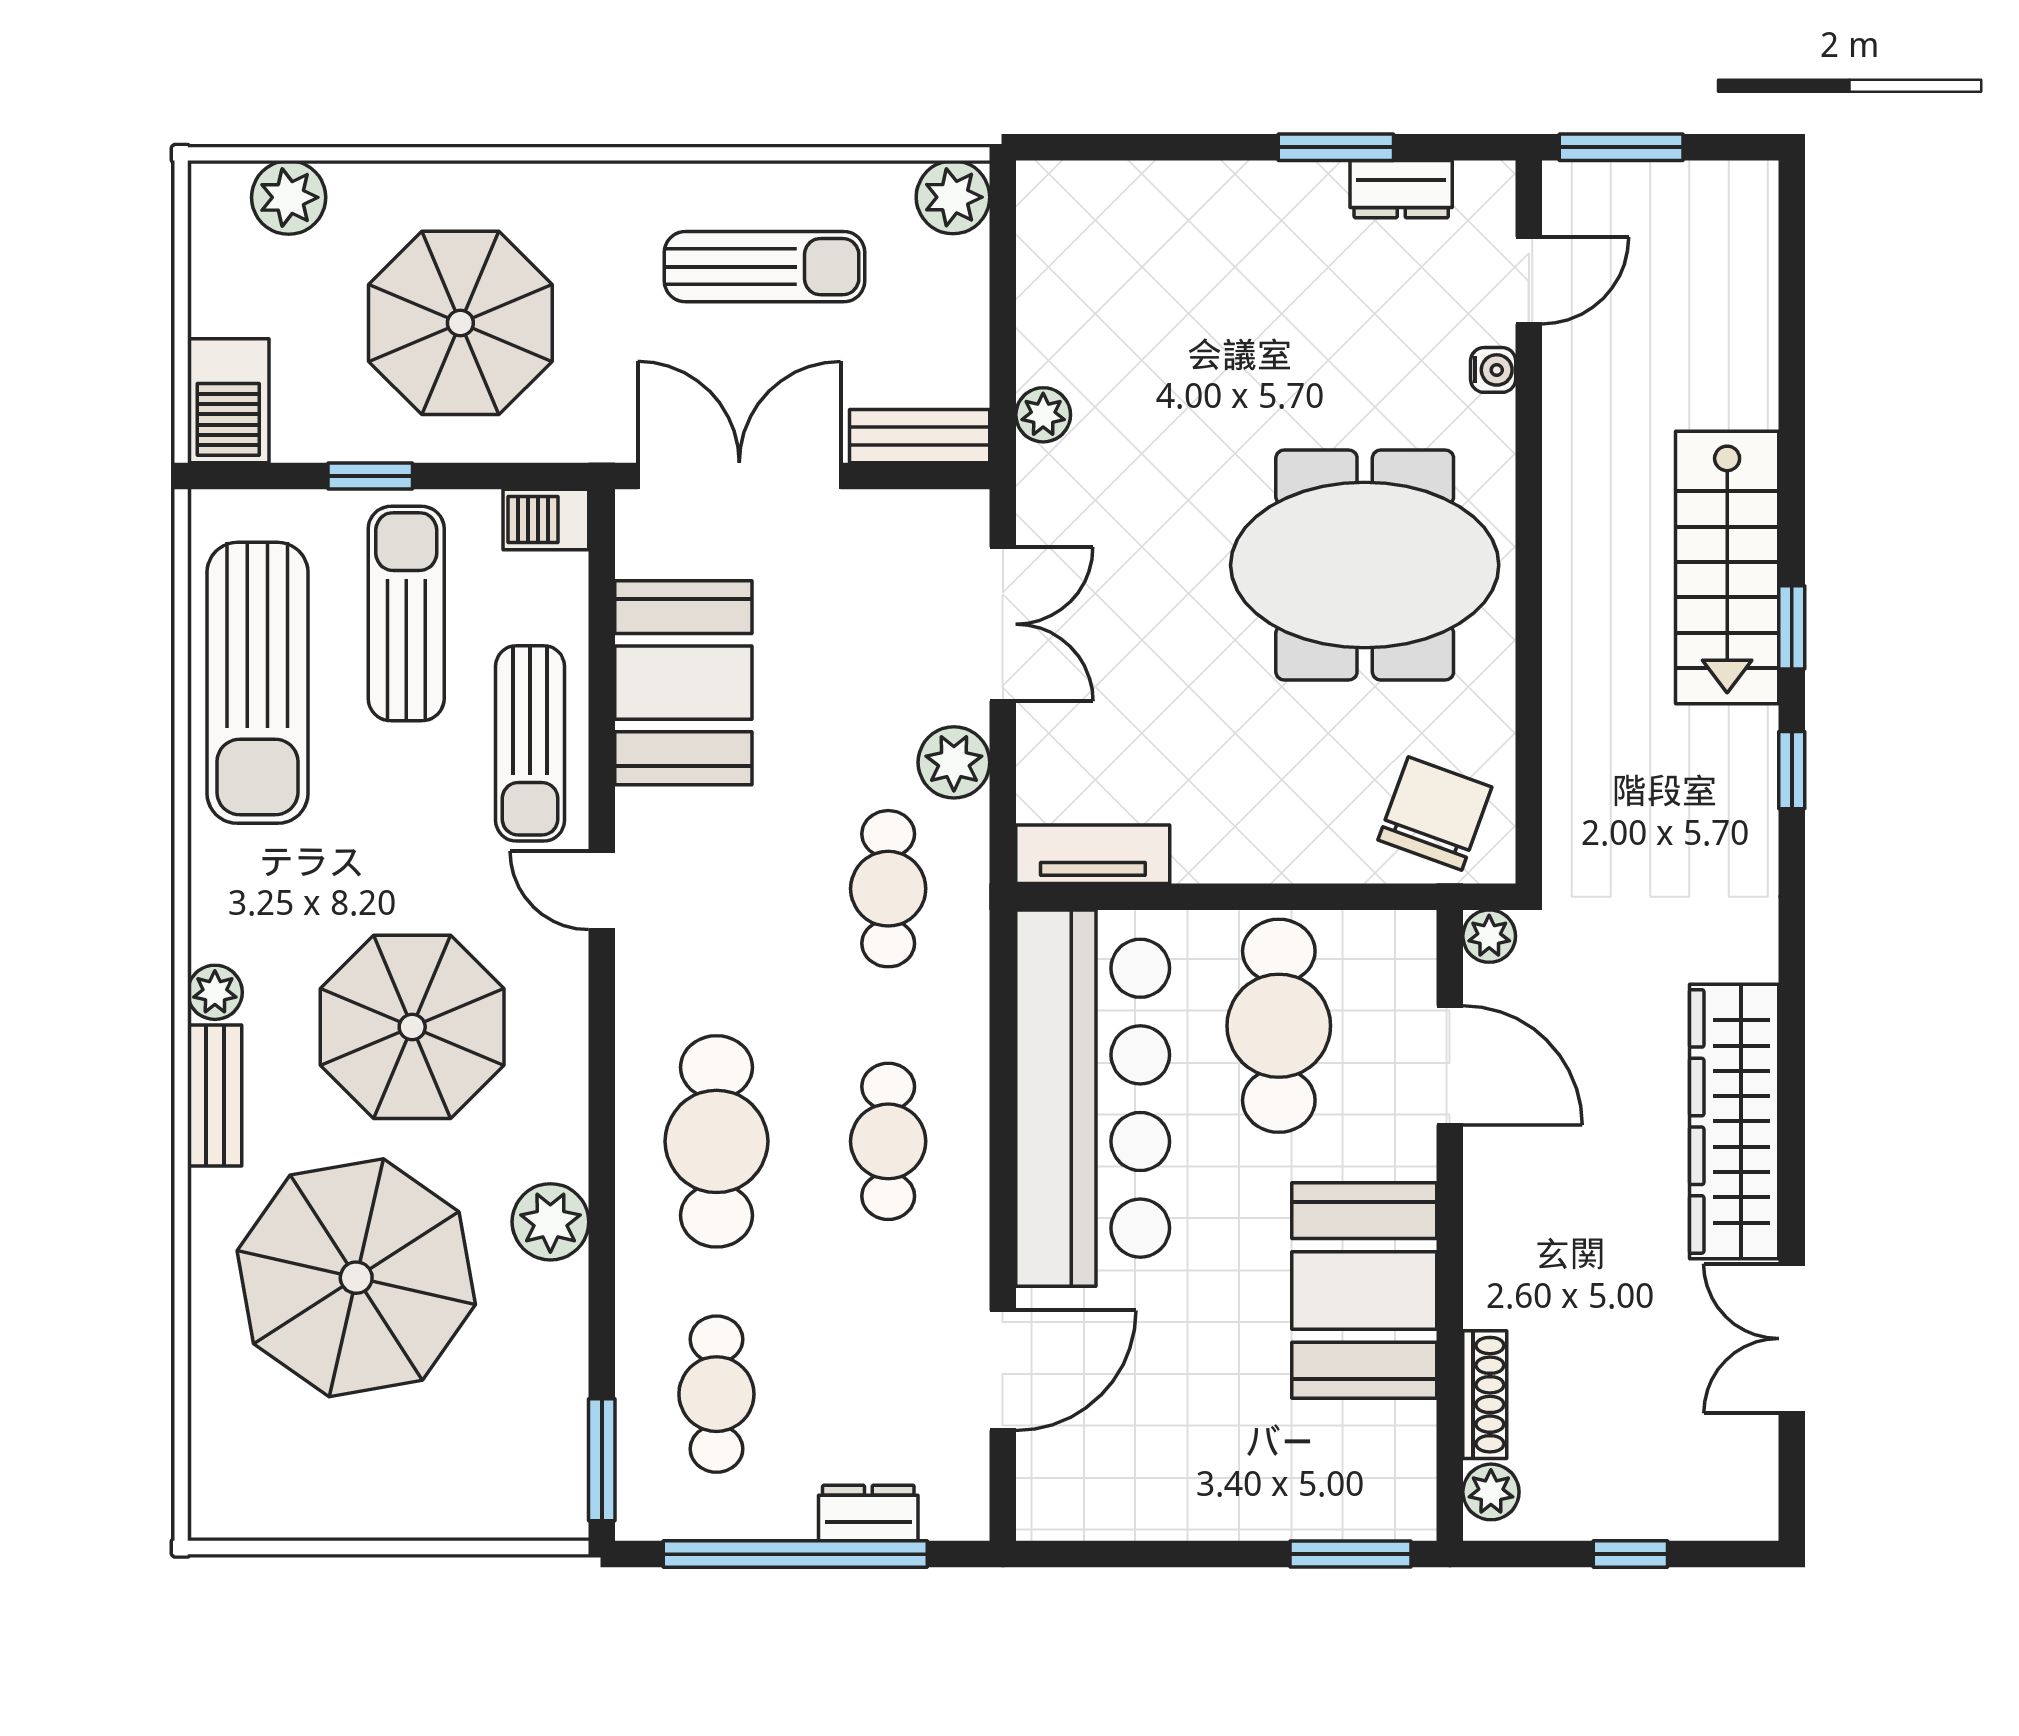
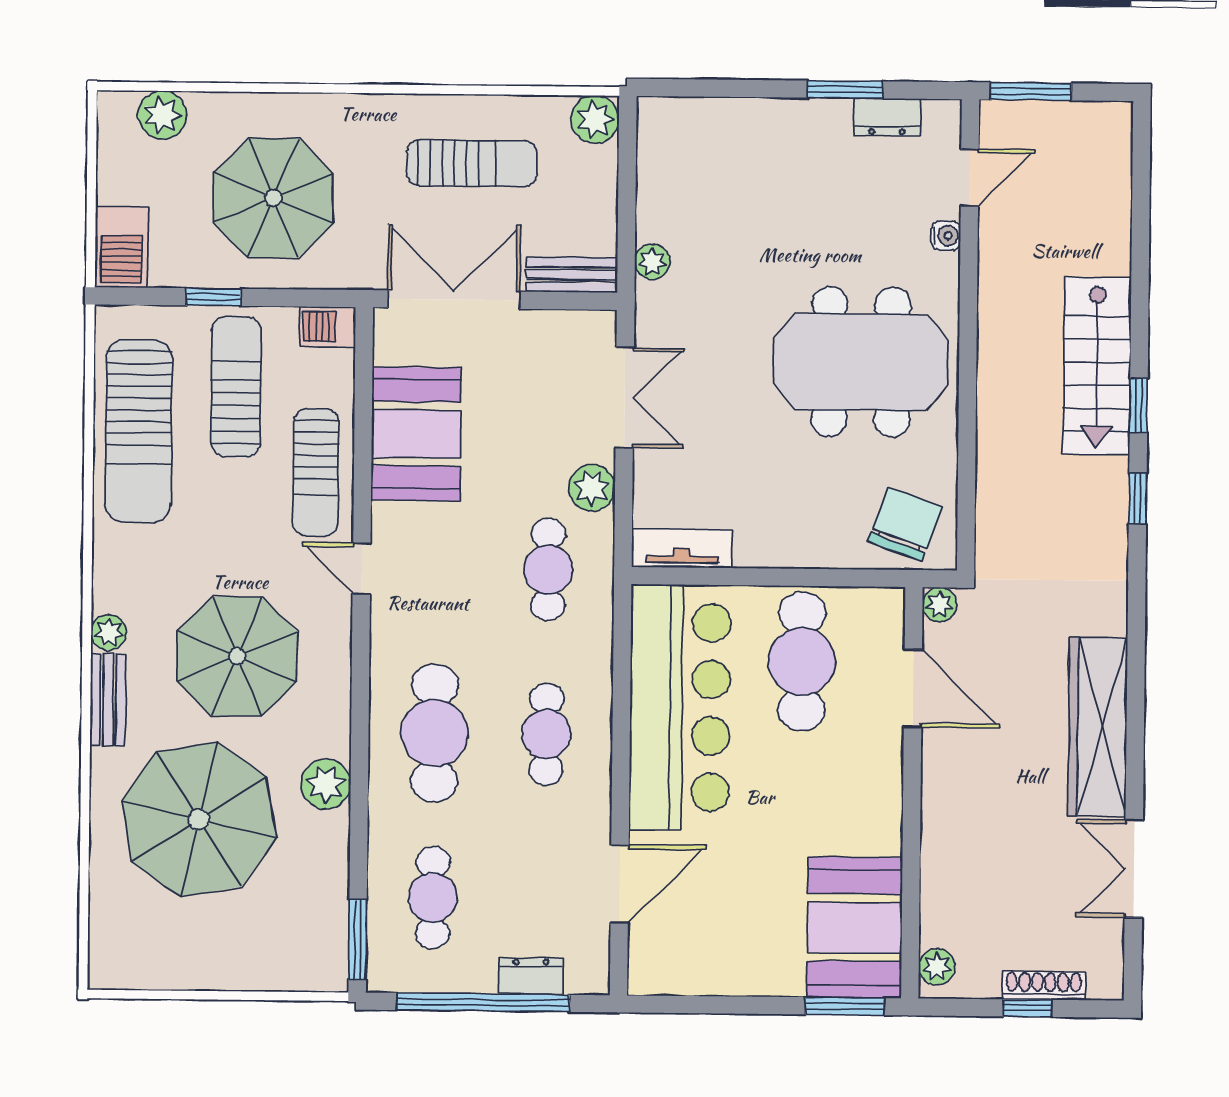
booth: (1364, 1290) -> (855, 927), moved
shoe rack: (1485, 1395) -> (1044, 986), moved, turned -90

